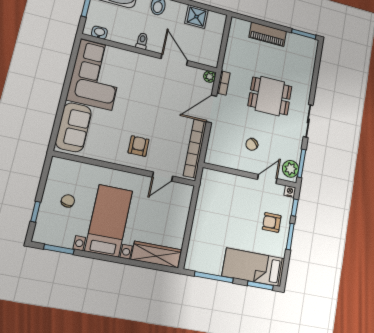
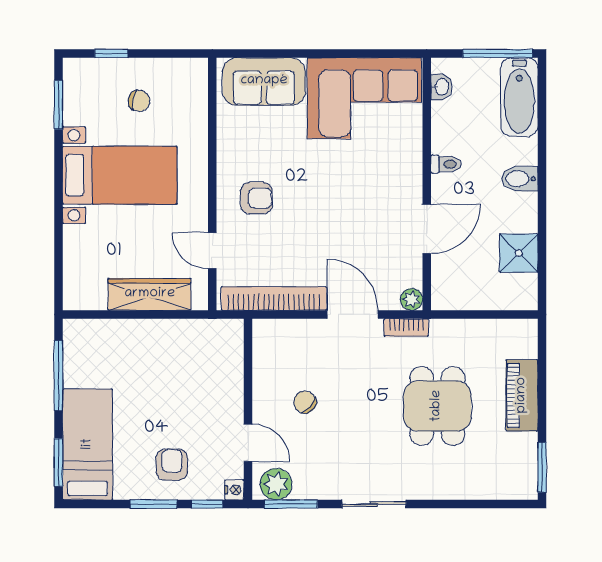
dining table: (270, 96) -> (437, 406), moved
wardrobe: (156, 255) -> (150, 294), moved, turned -90

